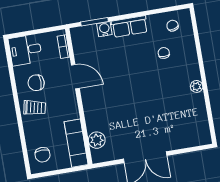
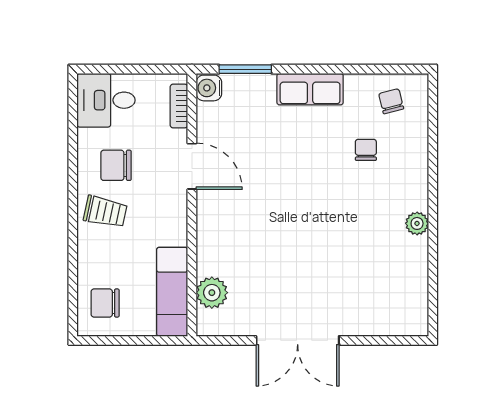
water cooler: (104, 29) -> (209, 88), moved, turned -90
chair: (43, 155) -> (105, 303), turned 90

